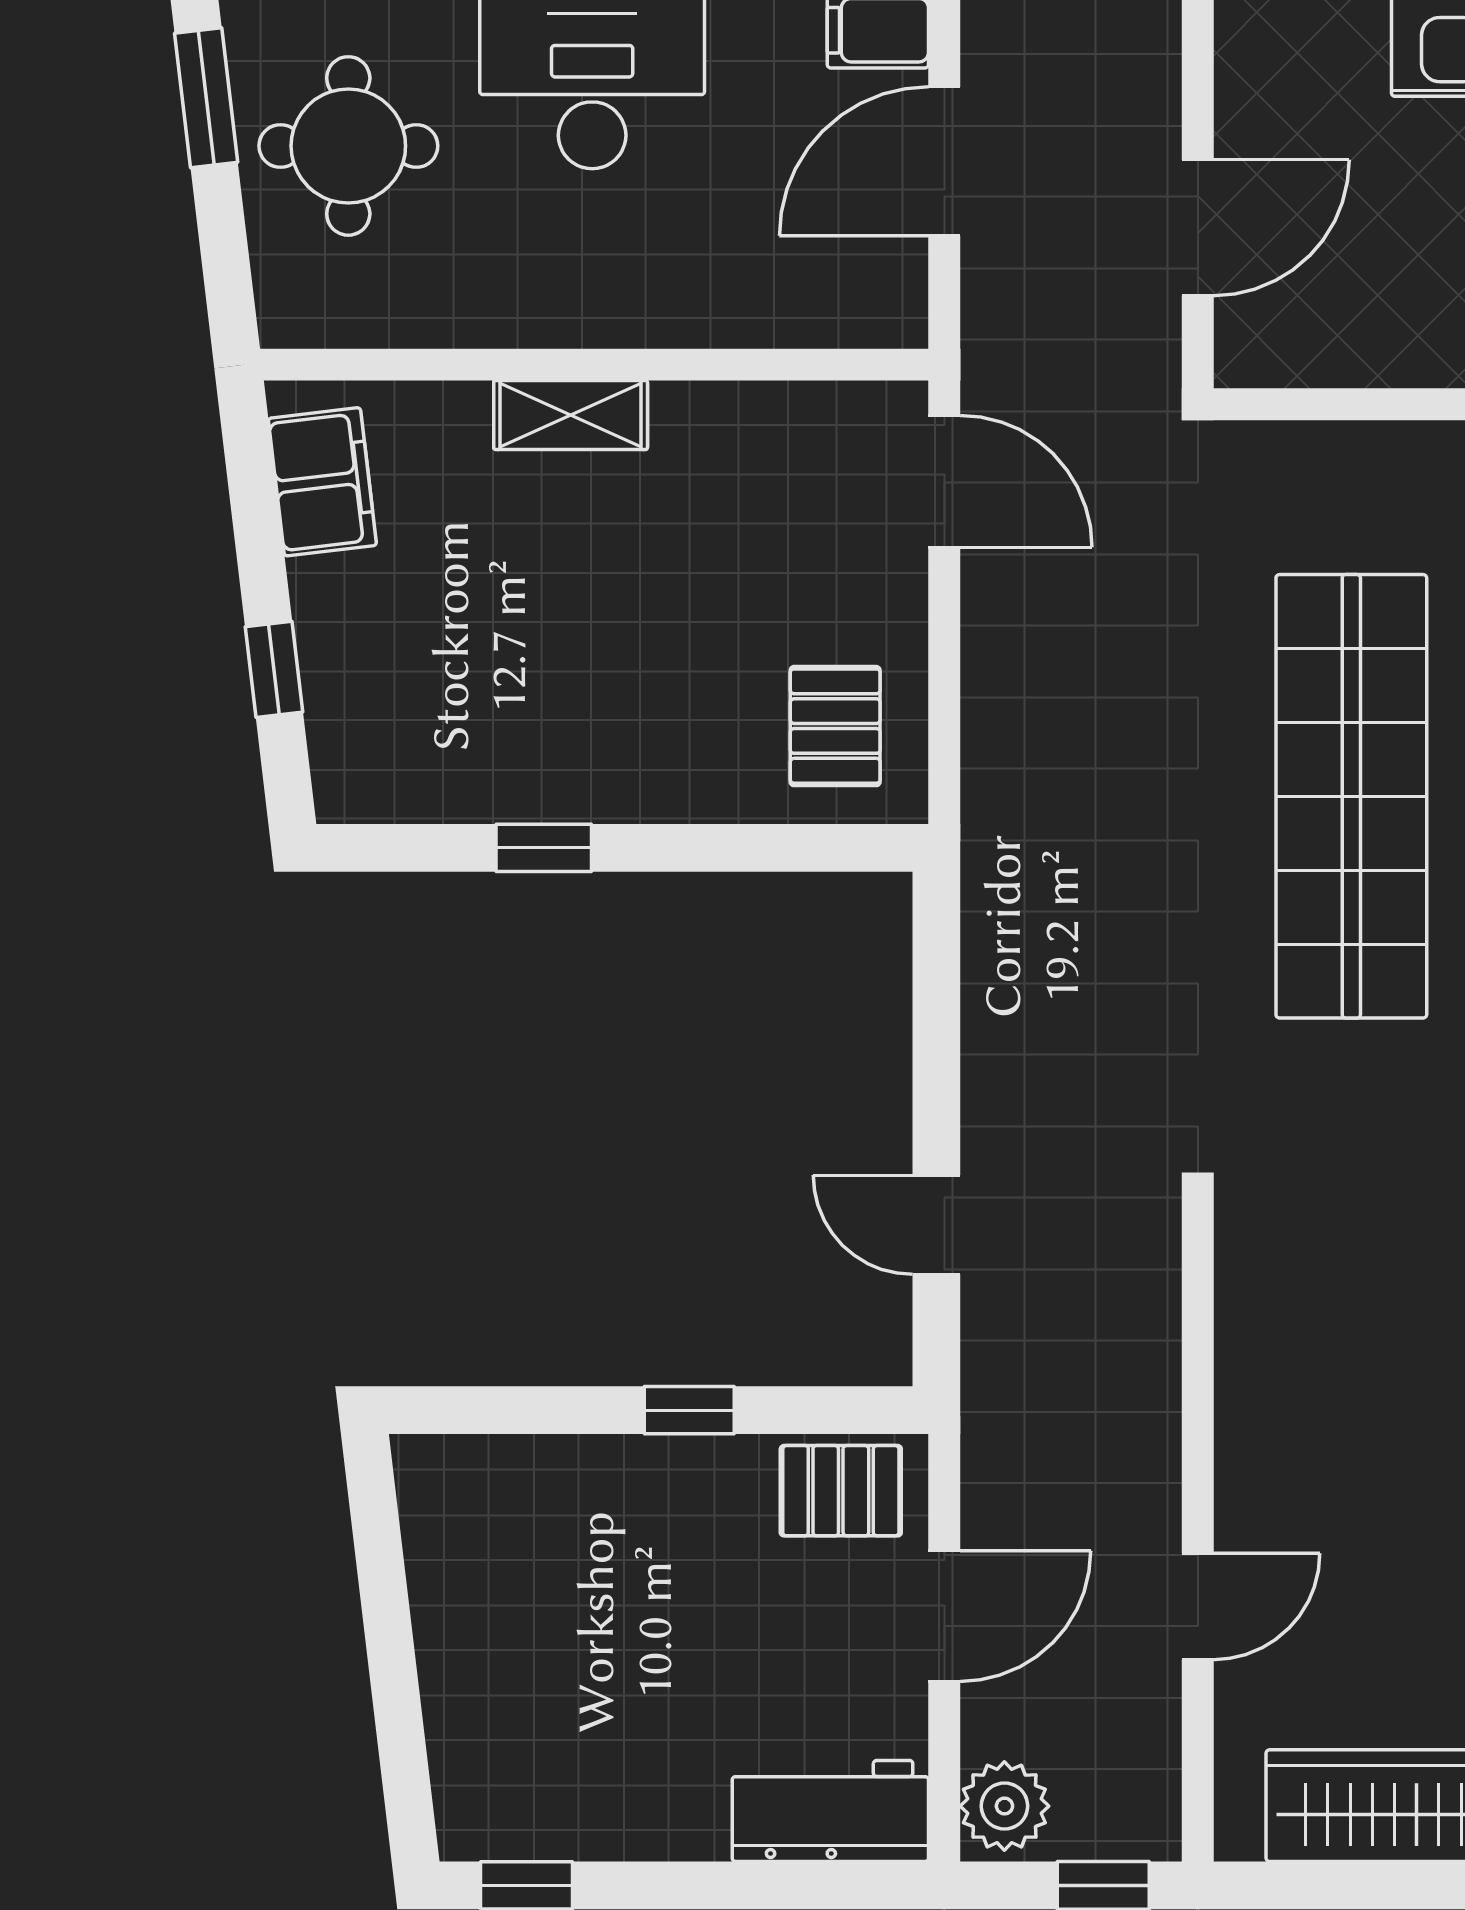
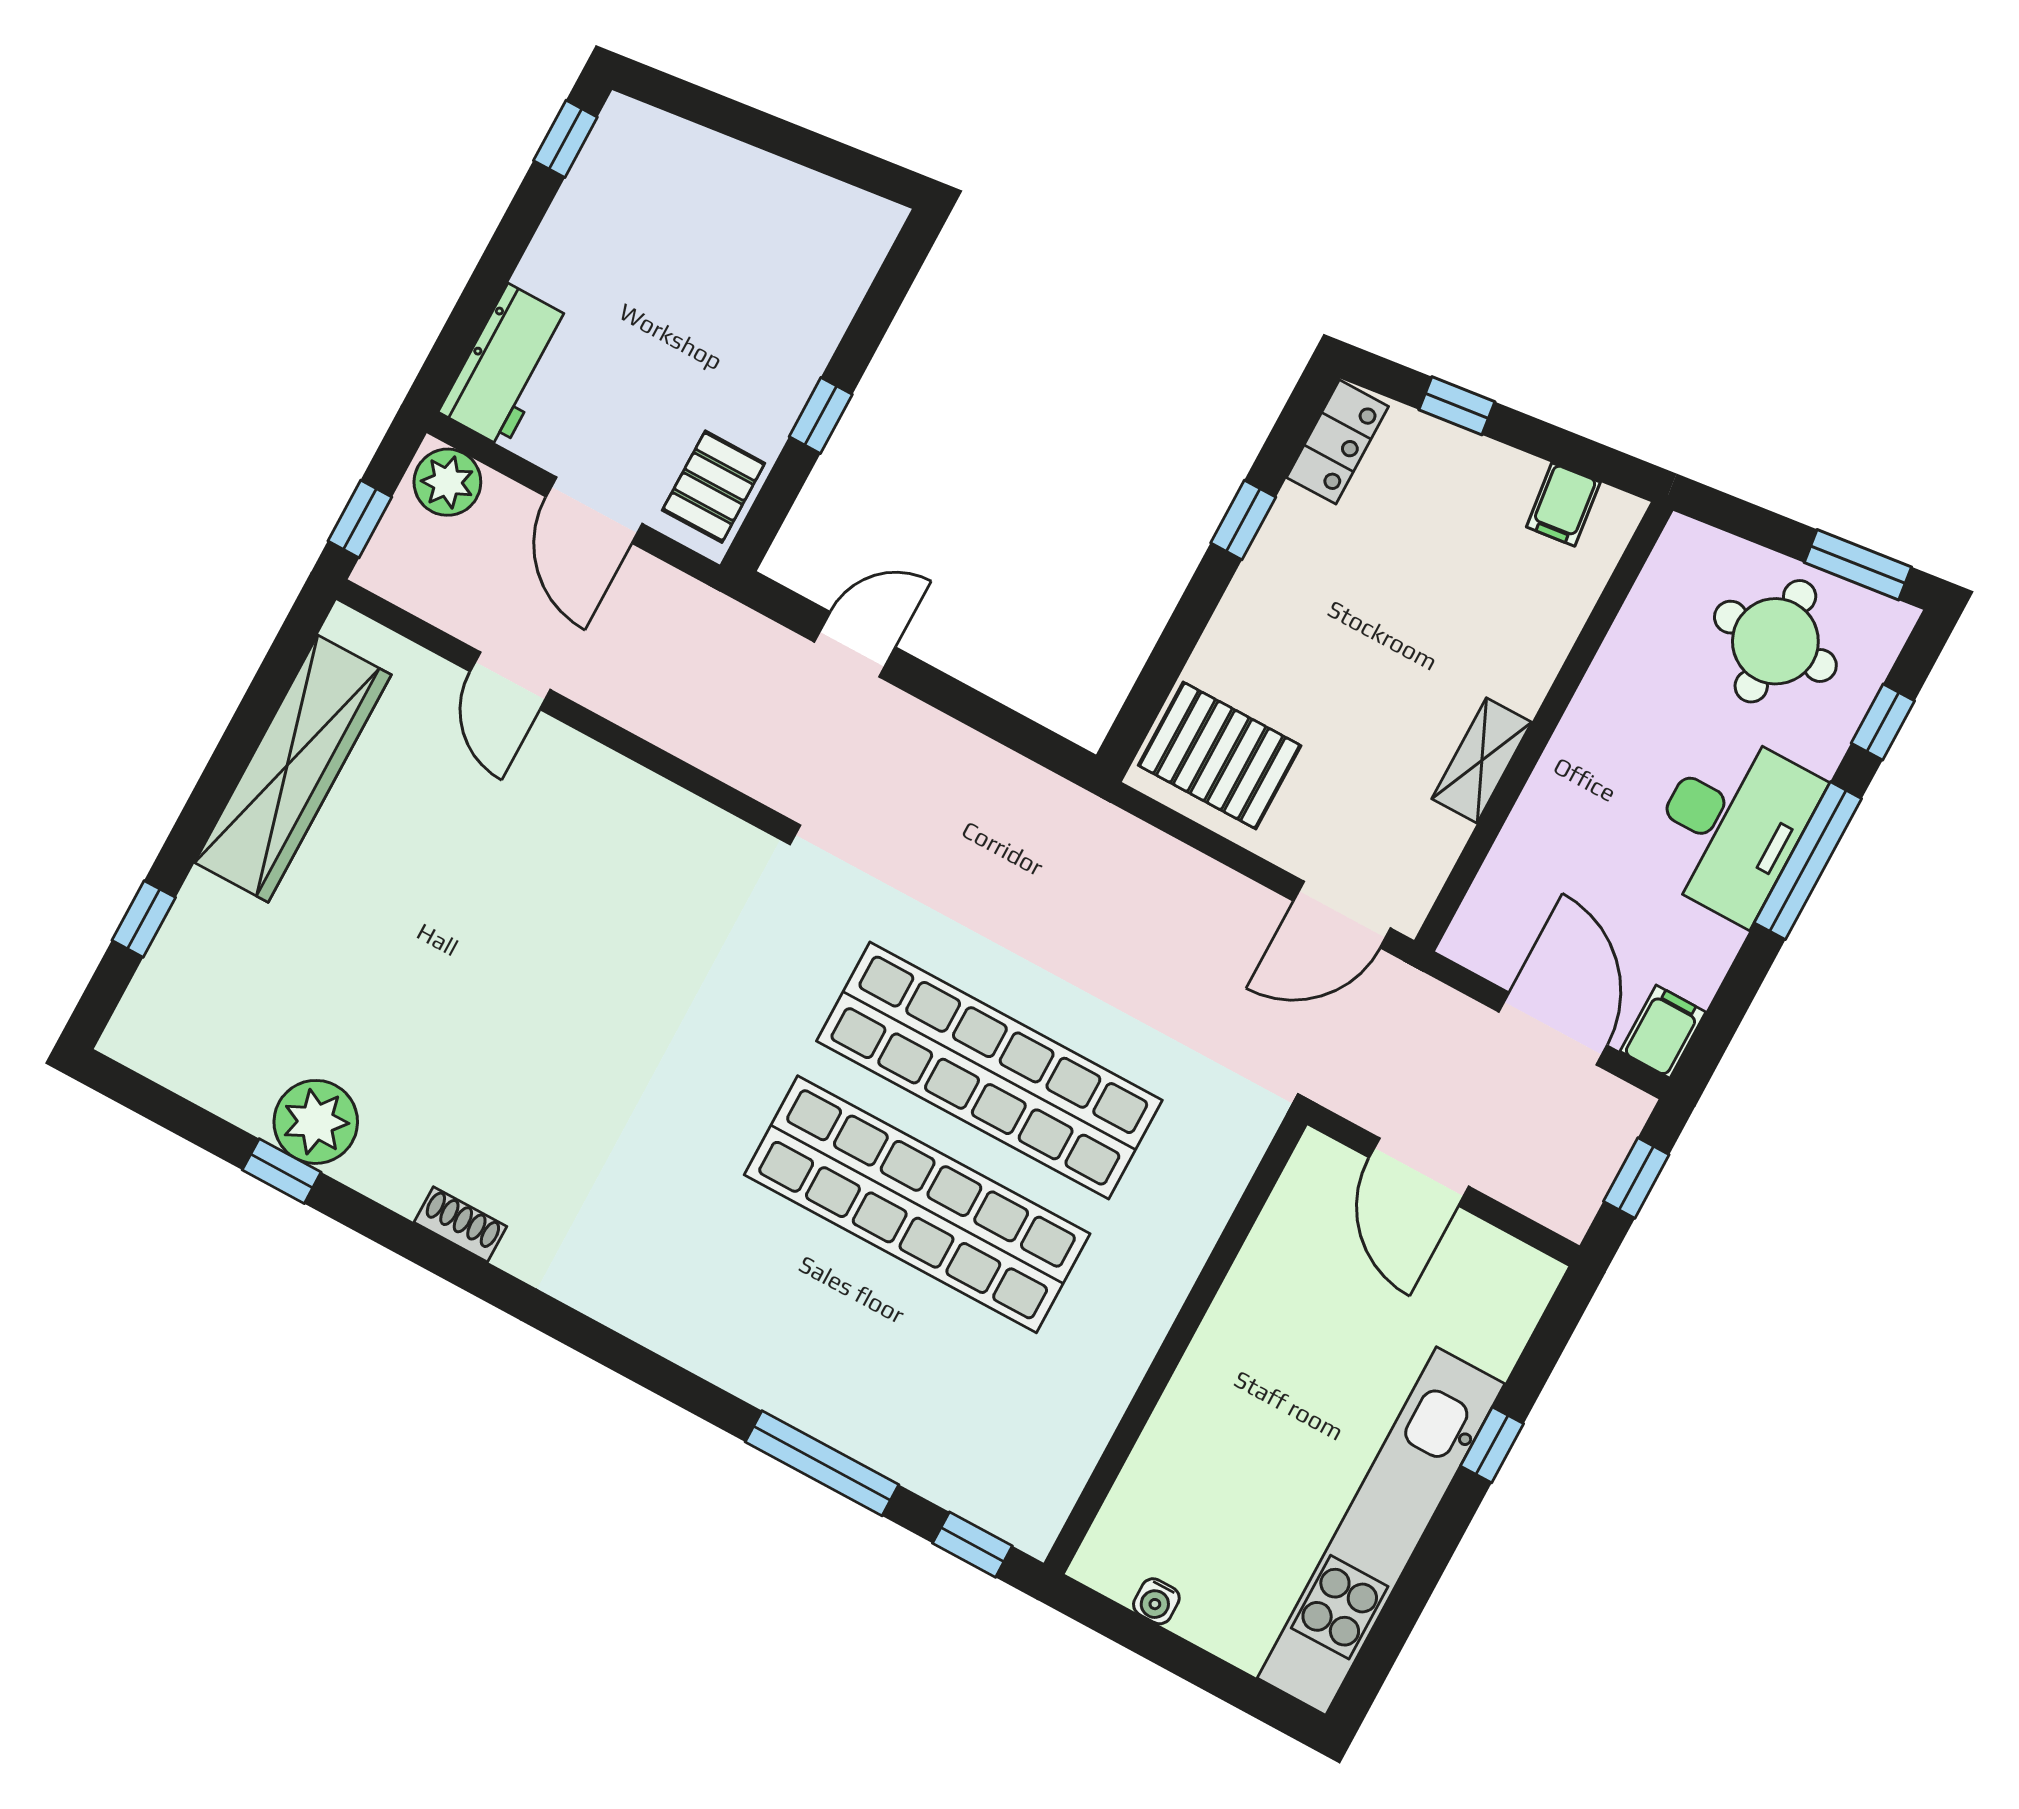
shelving: (571, 415) -> (1482, 761), moved
filing cabinet: (322, 482) -> (1563, 504), width x0.50
pallet: (835, 726) -> (1220, 755), width x1.50, depth x1.42
locker: (392, 787) -> (1338, 442), added

